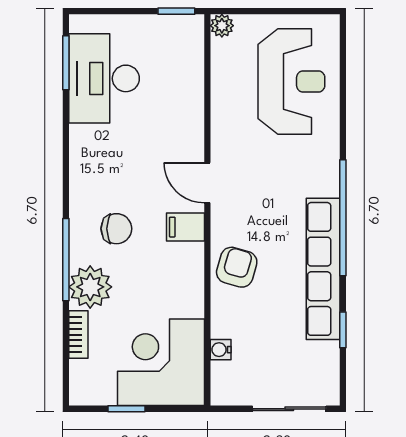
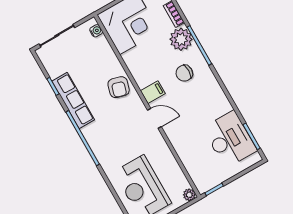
row of seats: (323, 269) -> (73, 100), width x0.73
water cooler: (221, 350) -> (96, 31), moved

